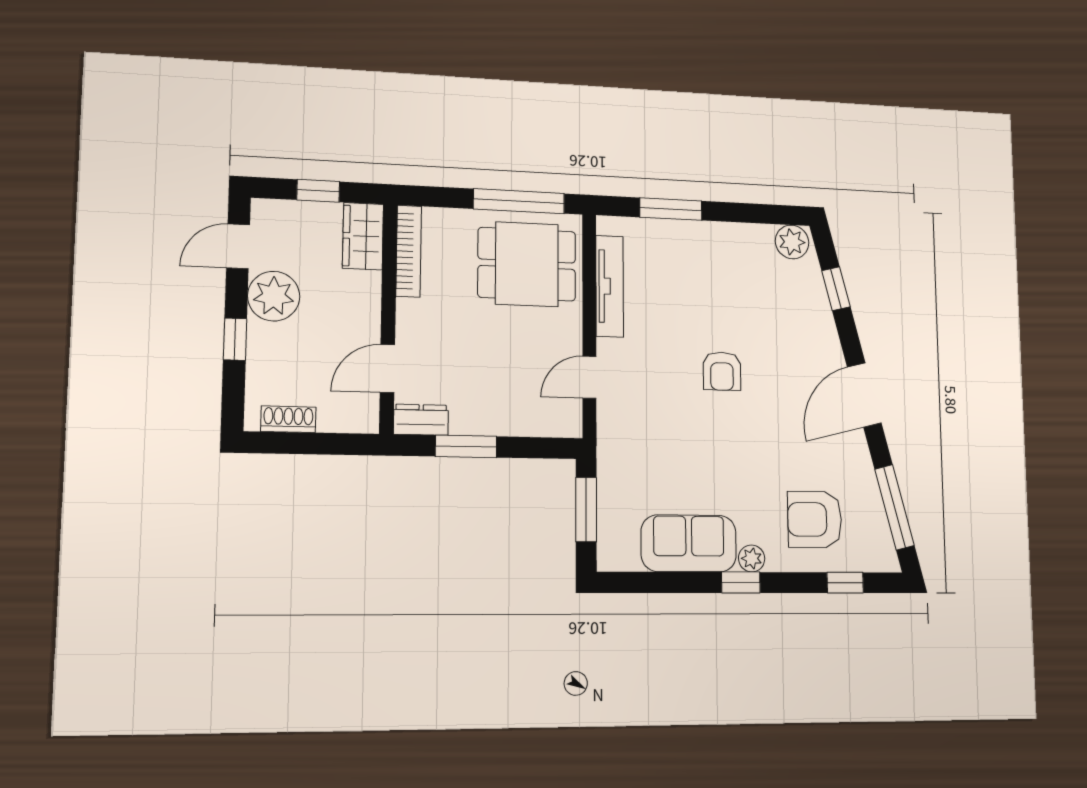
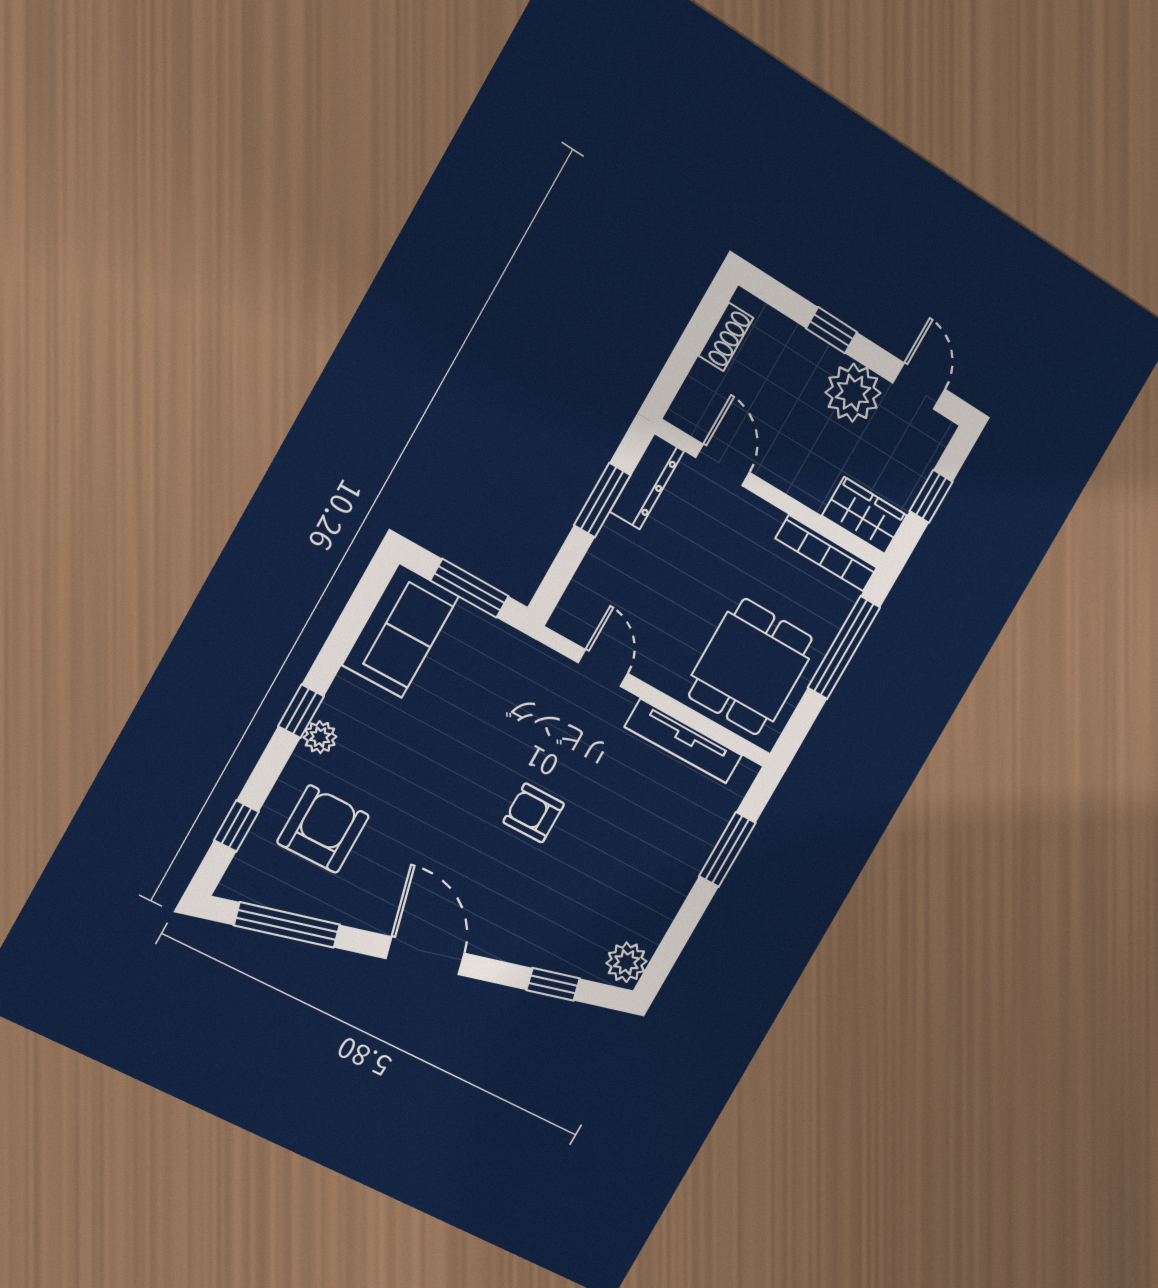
window: (519, 201) -> (844, 648), moved
dresser: (421, 420) -> (647, 481), width x1.44
sofa: (689, 543) -> (400, 631), moved

